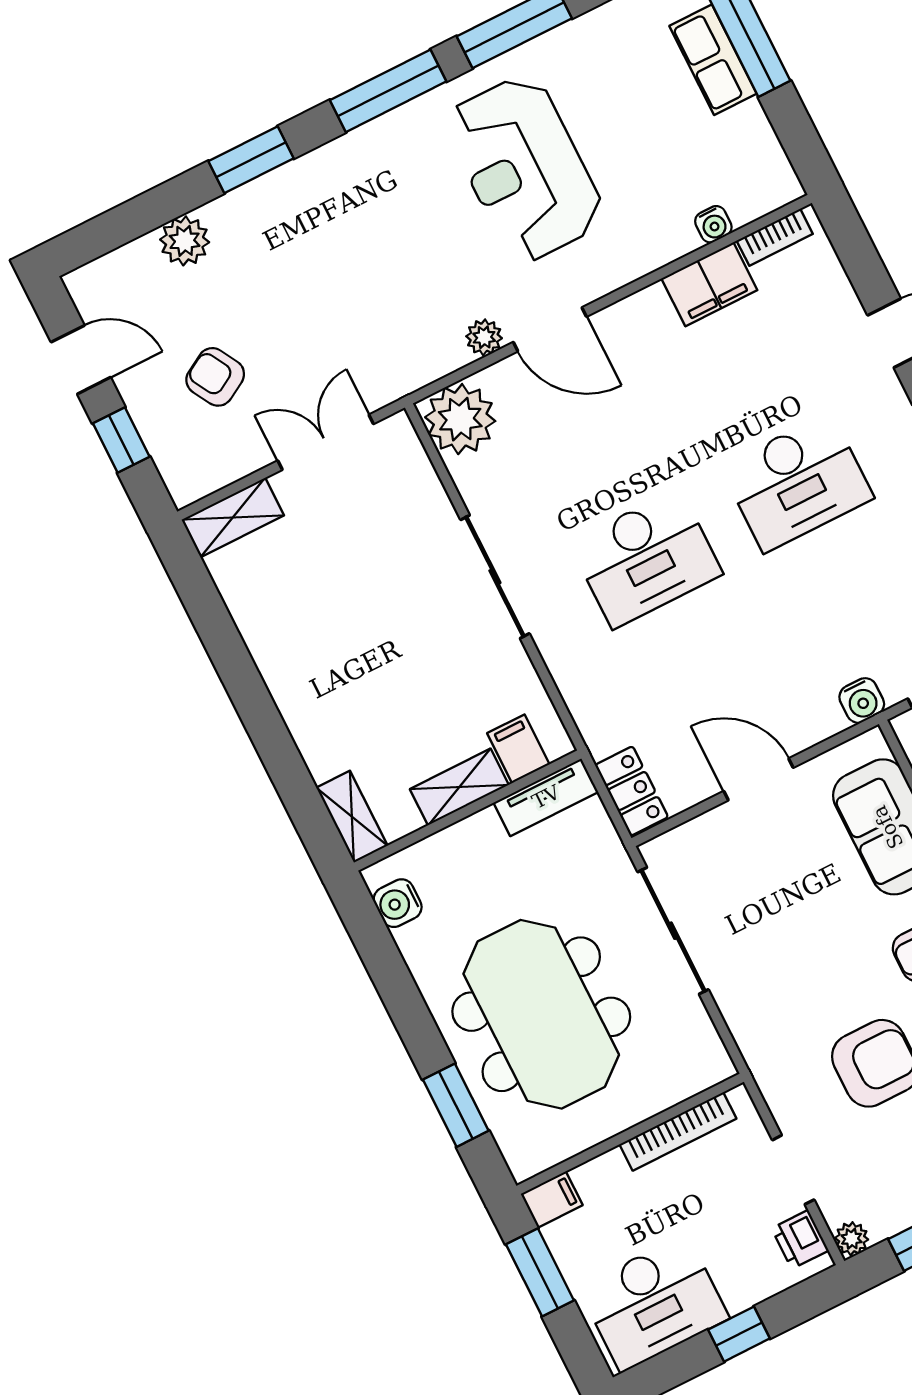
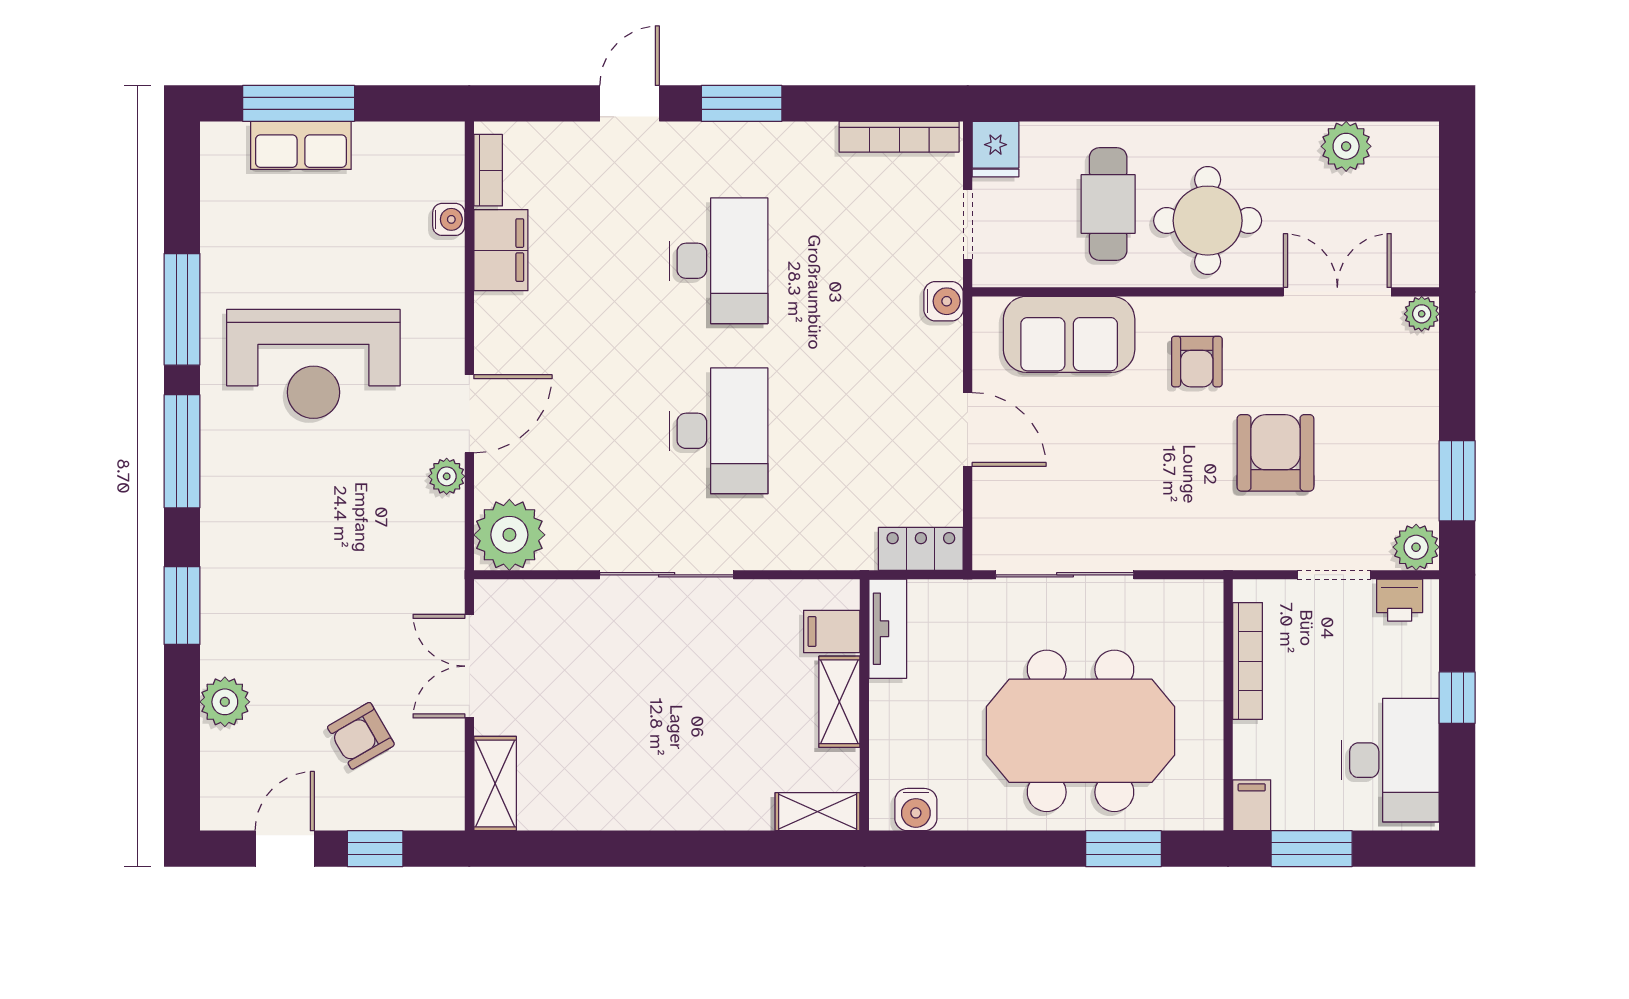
door: (759, 779) -> (968, 429), swing flipped
plant: (852, 1239) -> (1416, 547), width x1.38, depth x1.38

